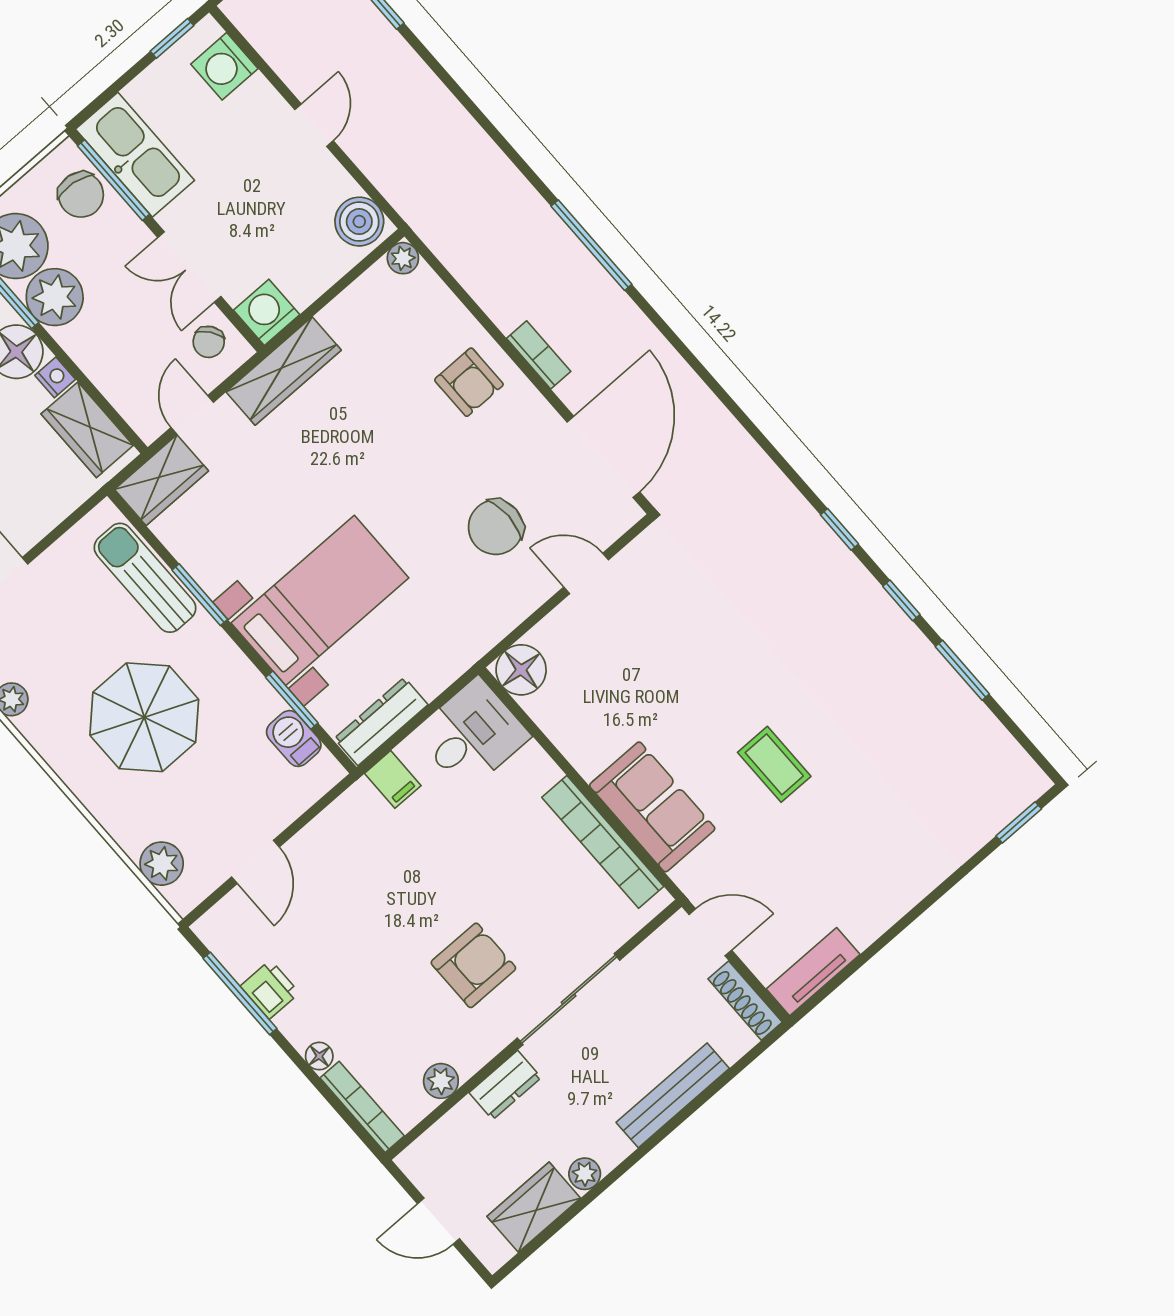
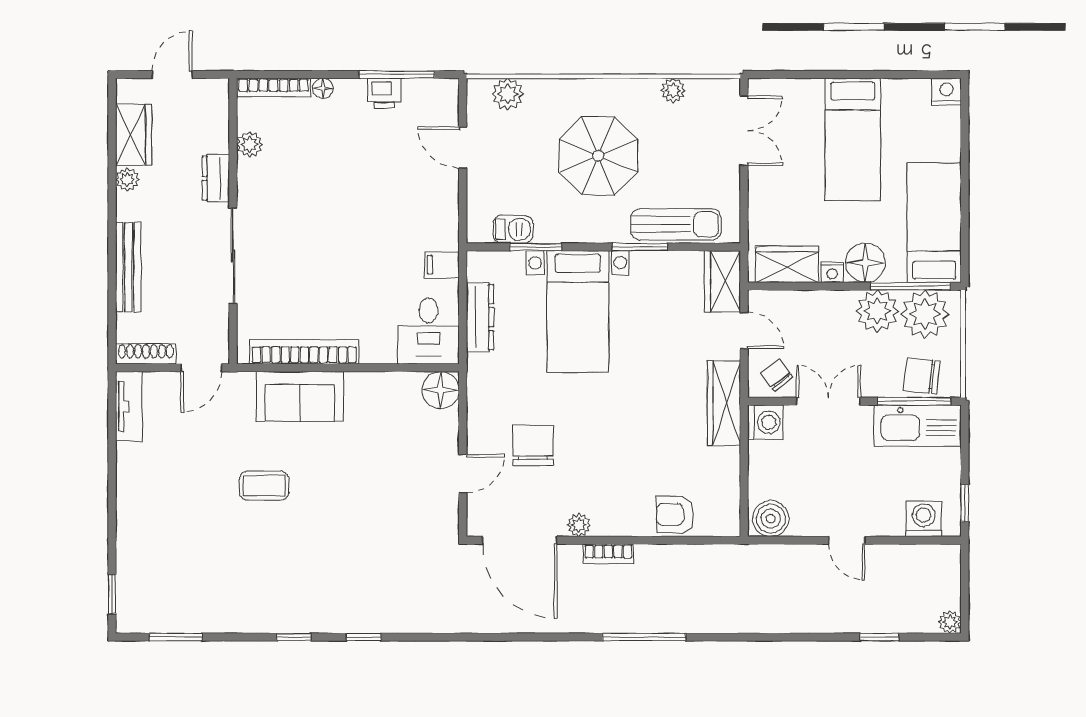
plant: (403, 258) -> (579, 525), moved
armchair: (469, 382) -> (675, 515), moved
window: (962, 670) -> (176, 637), moved
dresser: (381, 722) -> (480, 317), moved
armchair: (473, 965) -> (298, 219), removed

